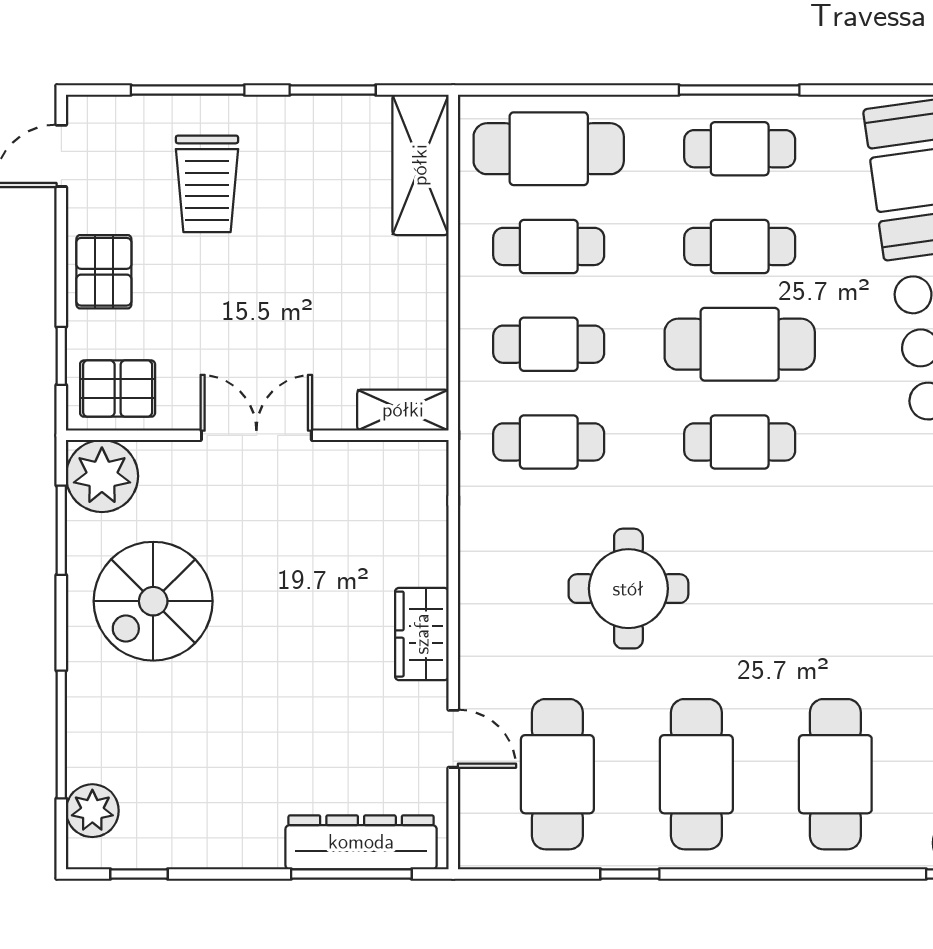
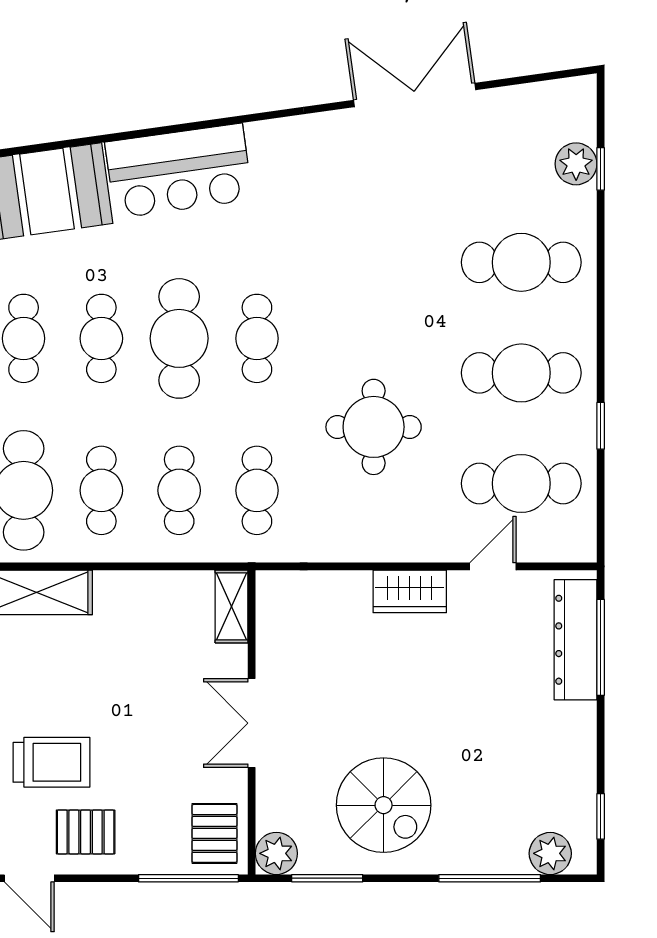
pallet: (104, 272) -> (86, 832), moved
window: (61, 356) -> (188, 878), width x2.17
plant: (102, 476) -> (276, 853), width x0.73, depth x0.73

